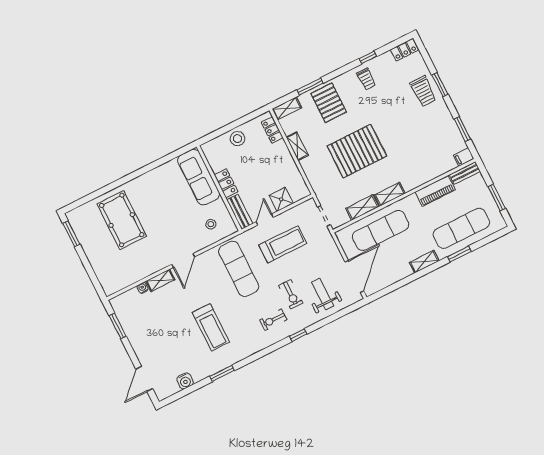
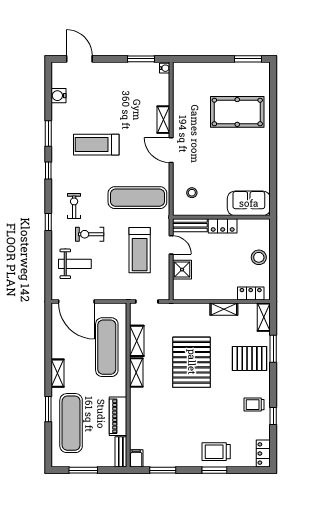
sofa: (199, 177) -> (249, 203), width x0.73
water cooler: (143, 288) -> (165, 68), moved
window: (254, 357) -> (48, 171), added

